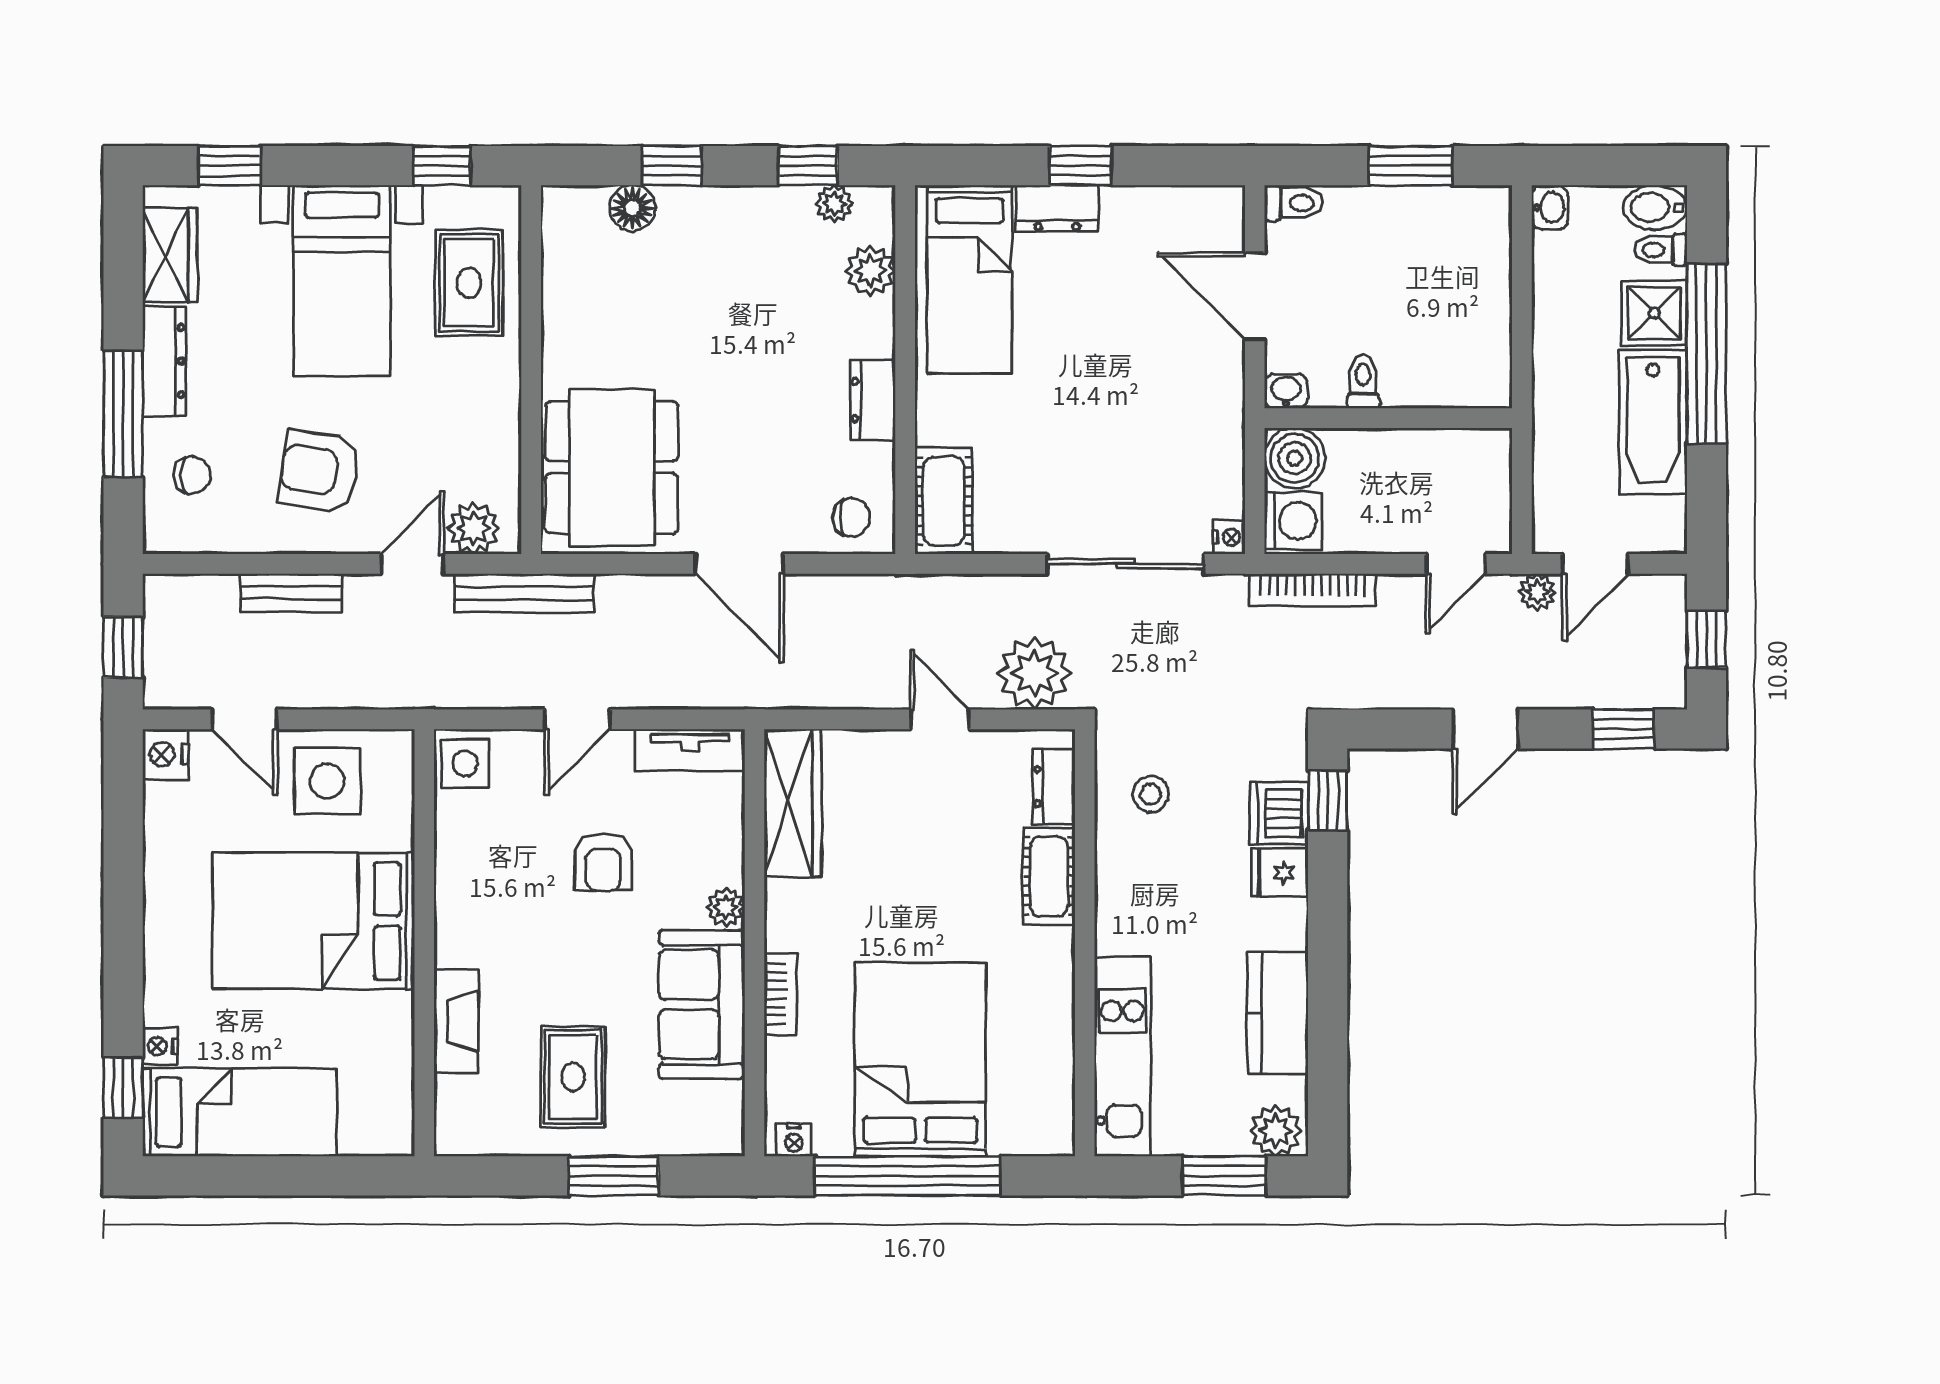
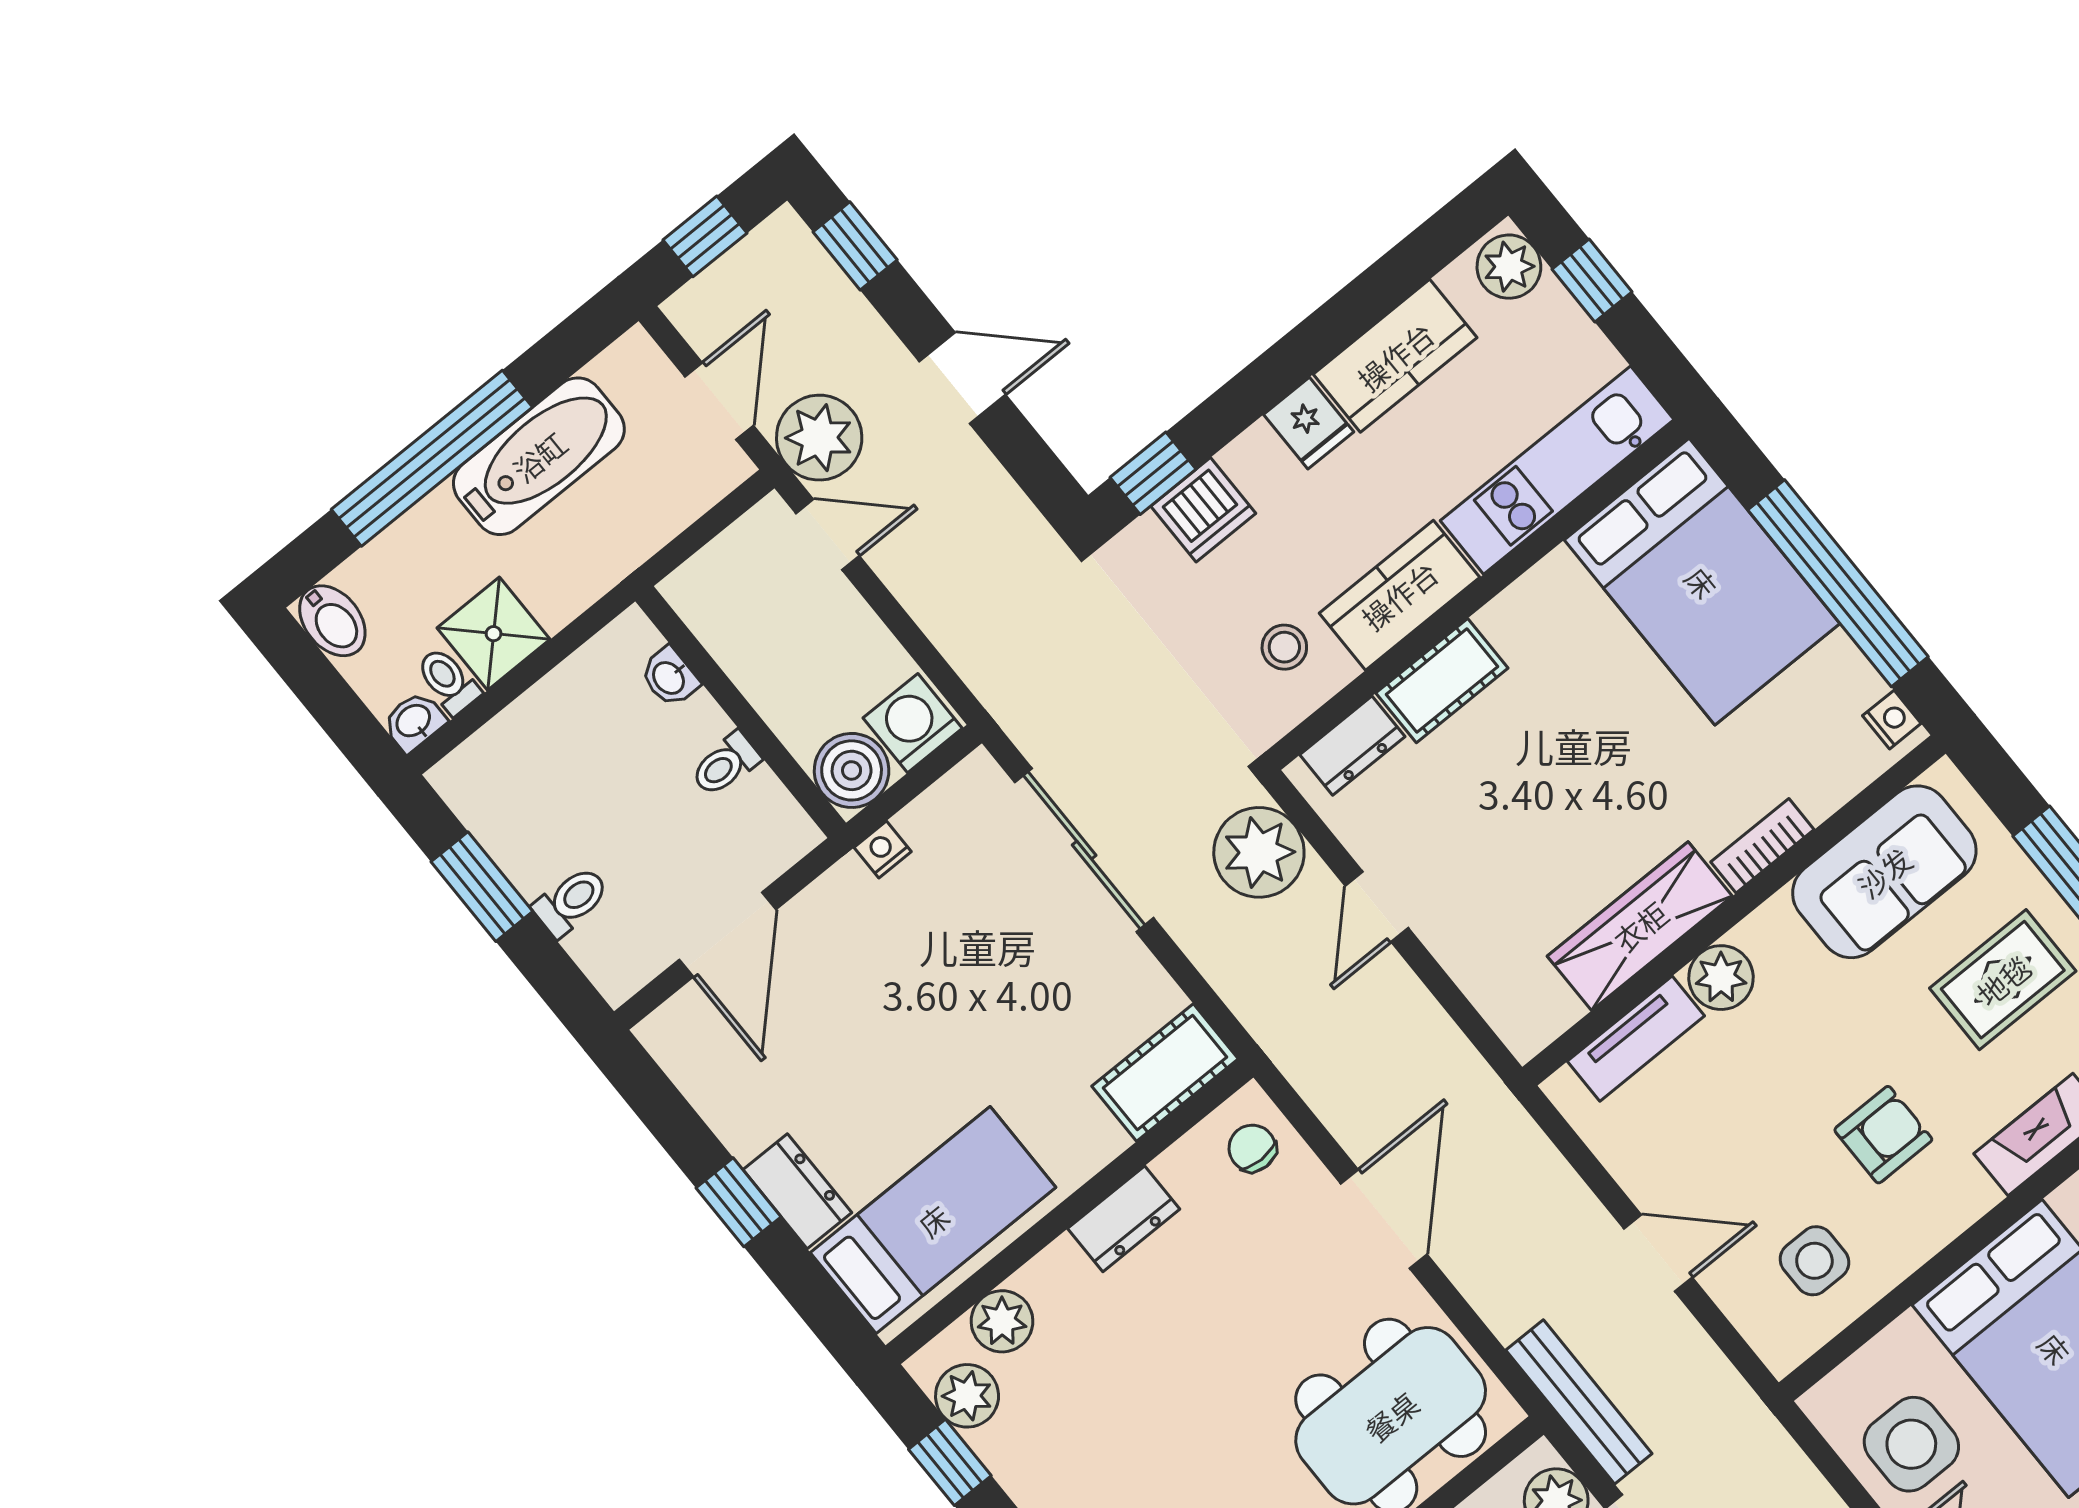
toilet: (1294, 203) -> (571, 901), moved, turned 90
plant: (834, 204) -> (967, 1396), width x1.38, depth x1.38
toilet: (1661, 250) -> (448, 681), moved, turned 180
shower: (1654, 313) -> (494, 634), moved
washbasin: (1286, 391) -> (669, 677), moved
nightstand: (1229, 537) -> (883, 849), moved
door: (1595, 564) -> (719, 401), hinge flipped
bookcase: (1312, 590) -> (964, 651), removed
plant: (1537, 592) -> (819, 438), width x1.88, depth x1.88
tv unit: (690, 750) -> (1636, 1039), moved, turned 90
side table: (465, 764) -> (1814, 1261), moved
wardrobe: (793, 803) -> (1640, 926), moved
armchair: (603, 862) -> (1883, 1135), moved
fridge: (1280, 873) -> (1309, 423), moved
kitchen counter: (1124, 893) -> (1399, 595), added
plant: (726, 907) -> (1721, 978), width x1.38, depth x1.38
sofa: (702, 1005) -> (1884, 872), moved
bed: (920, 1059) -> (1702, 582), moved, turned -90
window: (1224, 1176) -> (1592, 281), width x0.67

